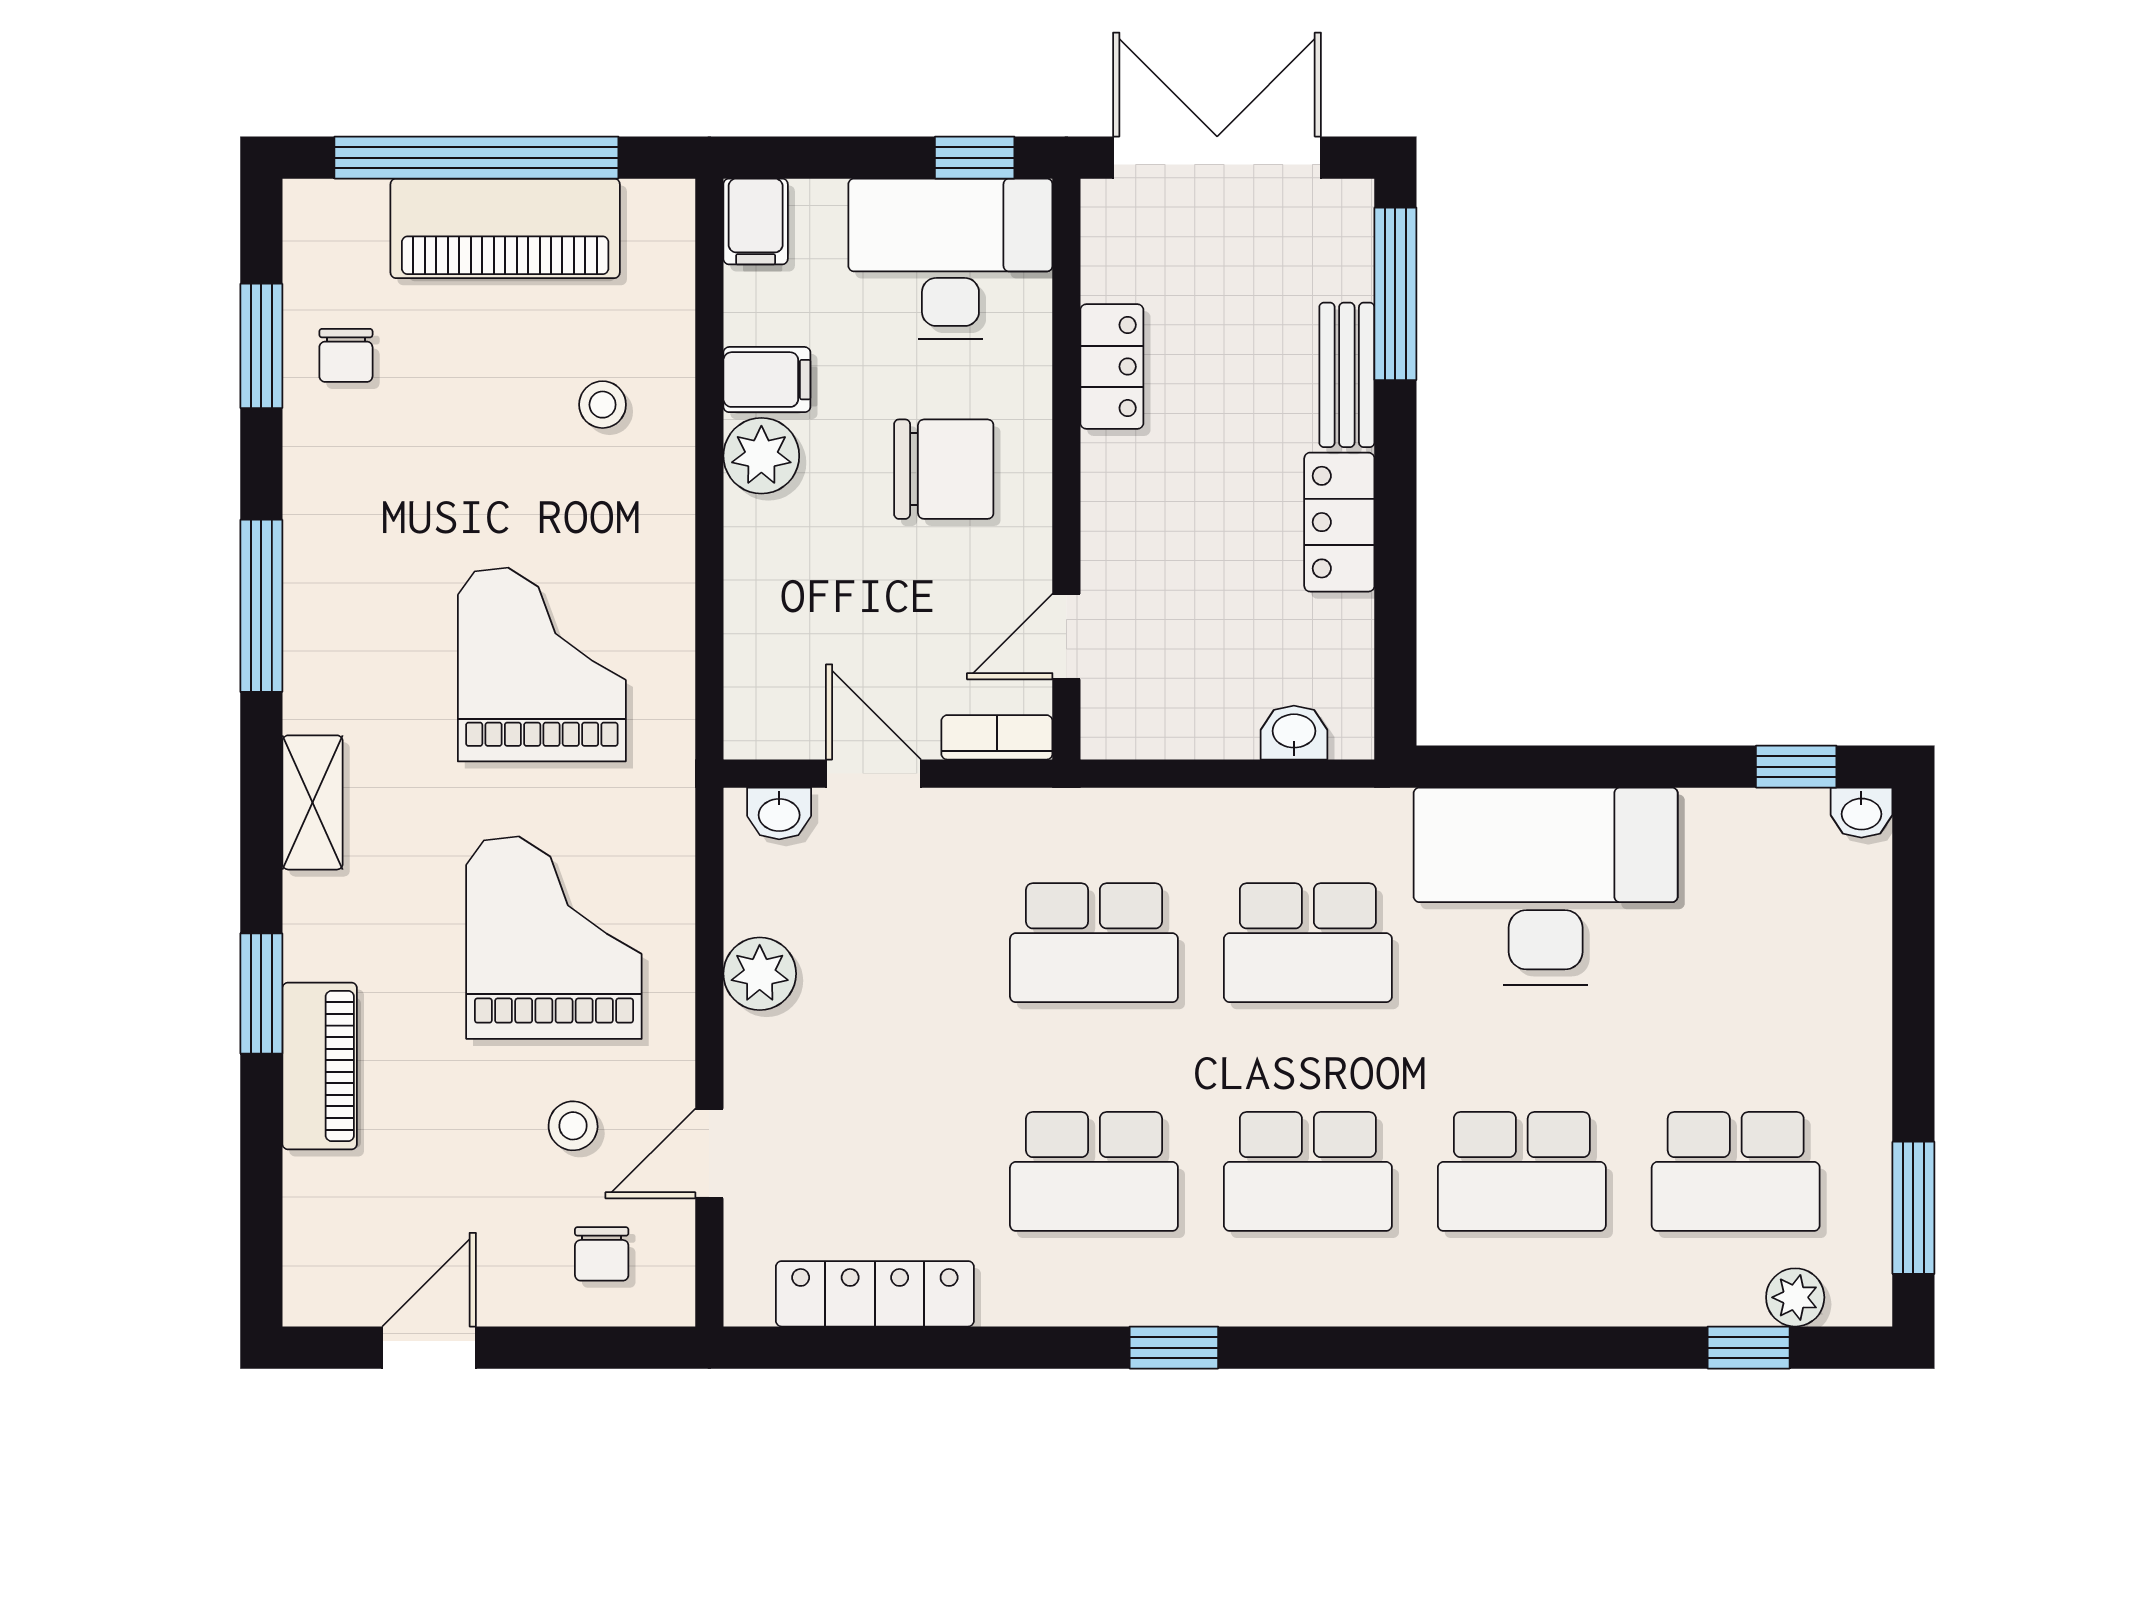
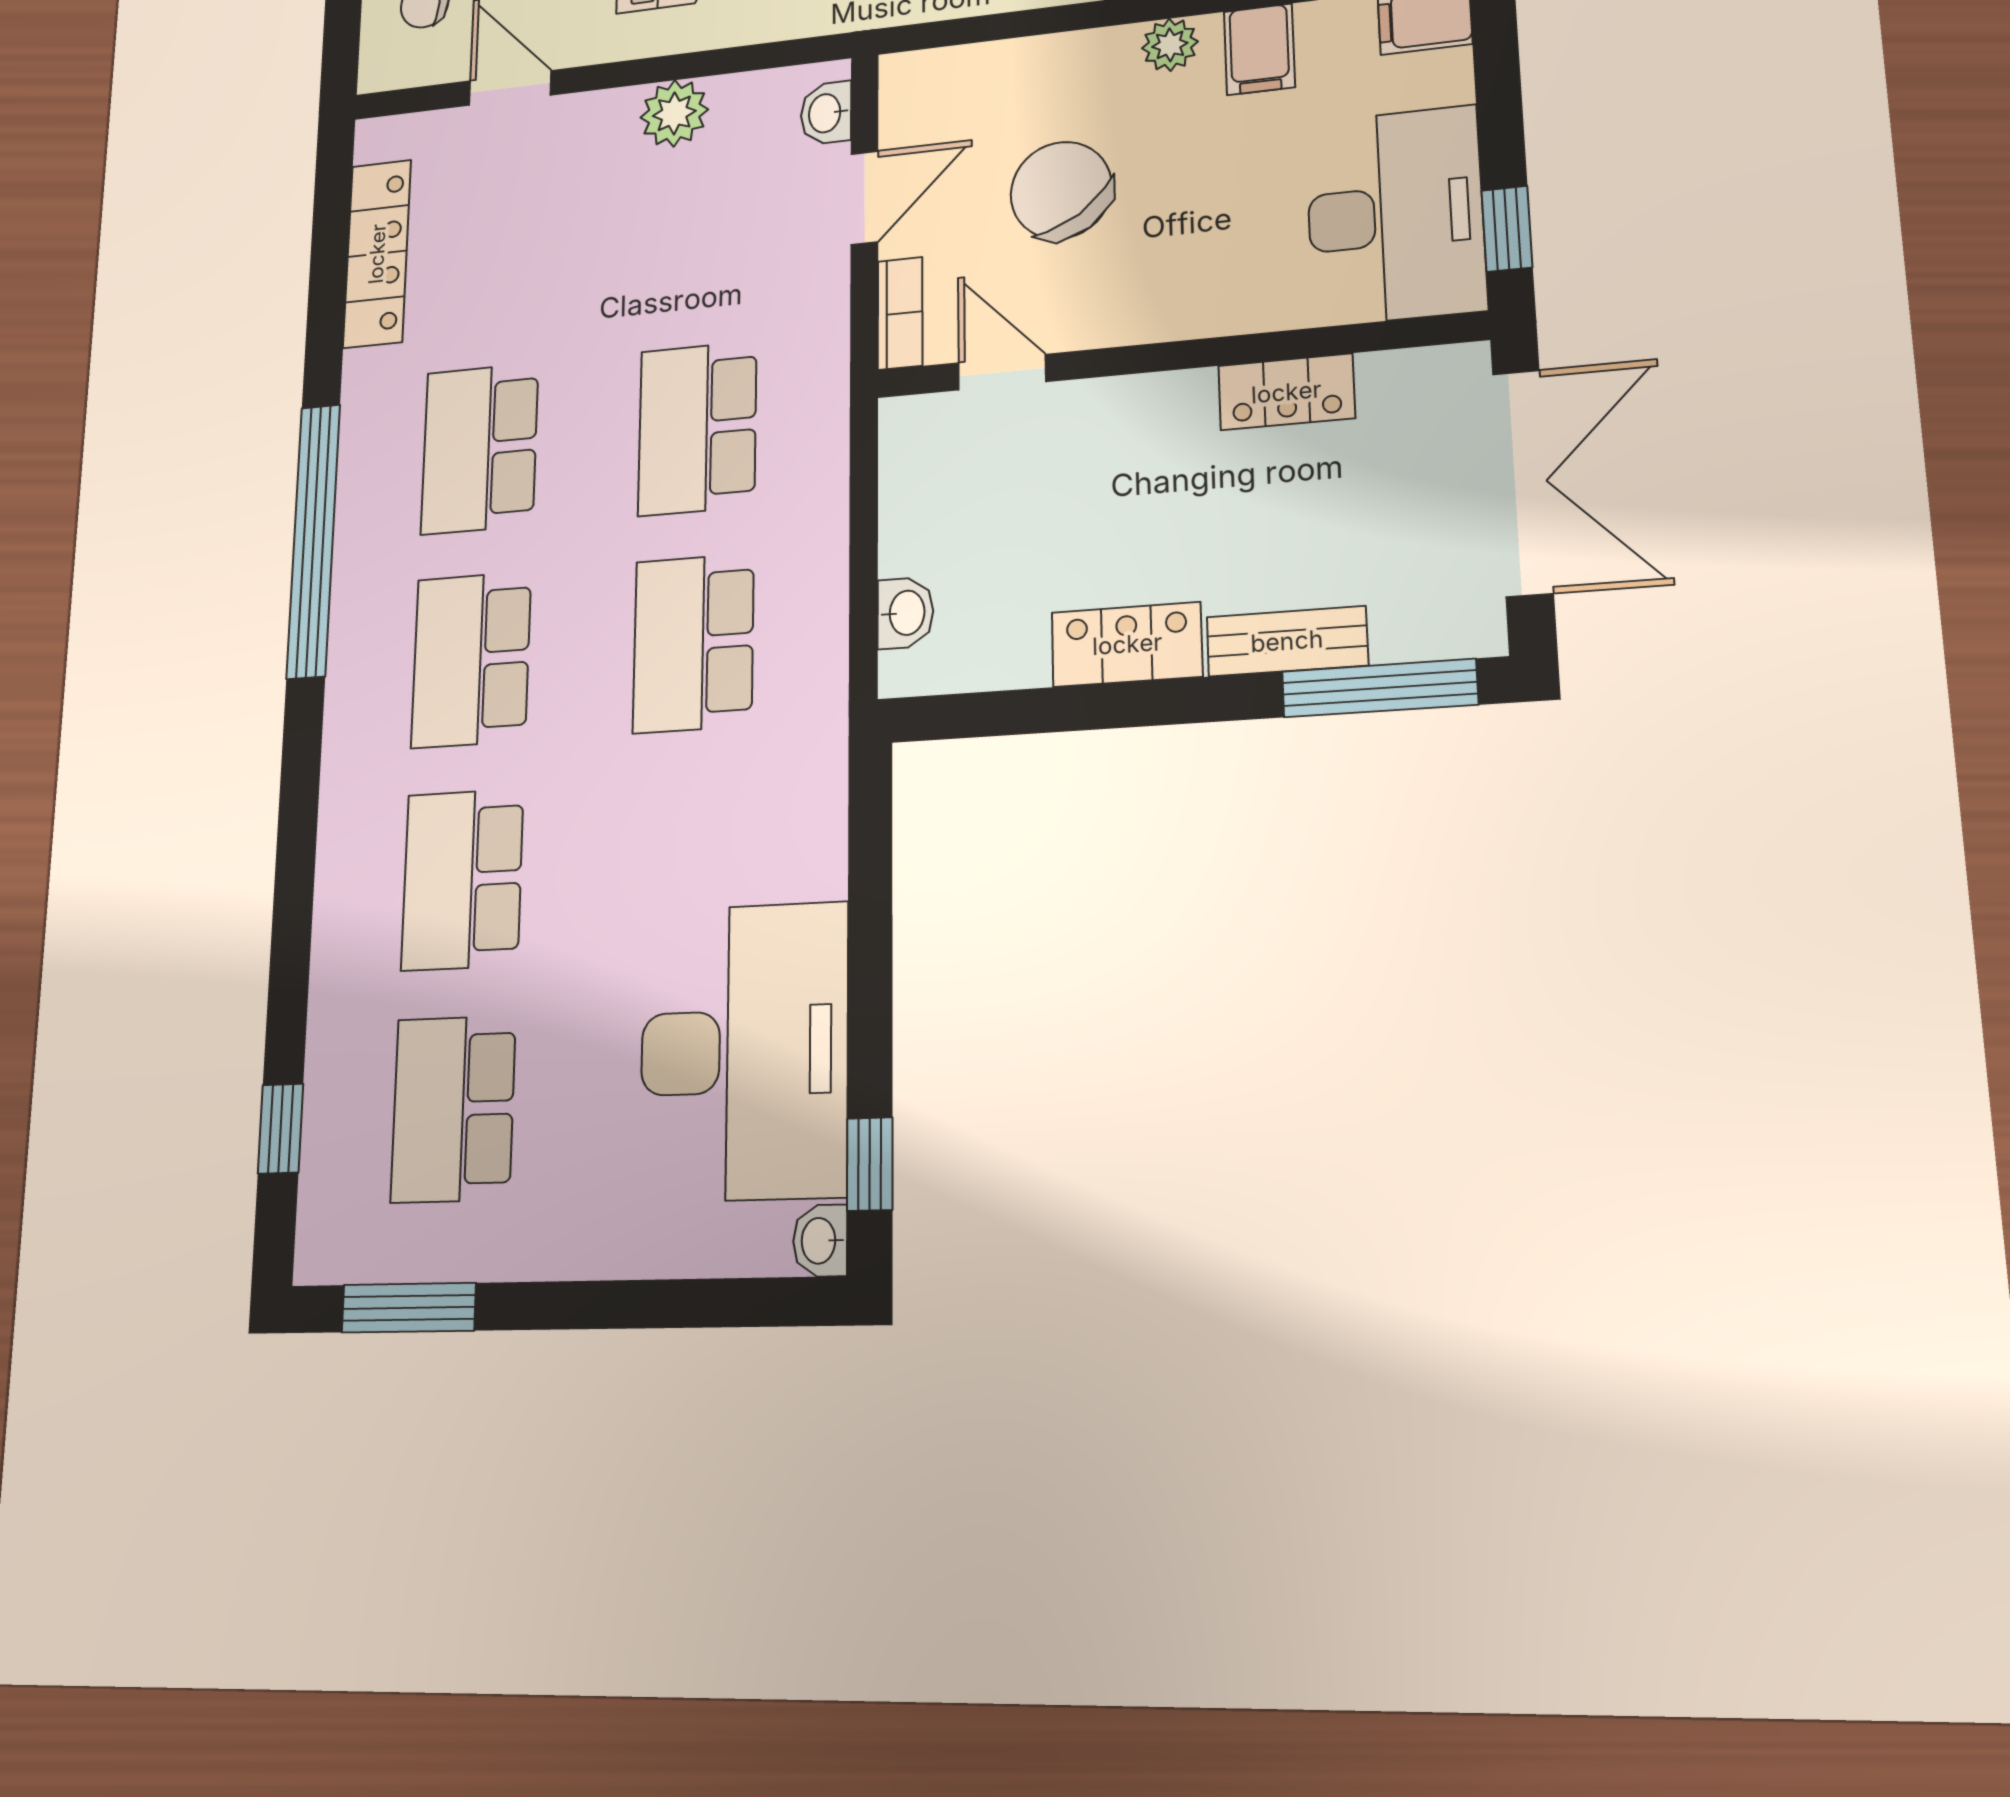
plant: (761, 456) -> (1170, 45), width x0.73, depth x0.73
chair: (944, 469) -> (1061, 190), moved, turned 146
desk: (1546, 886) -> (744, 1051), moved
plant: (1795, 1297) -> (326, 1178), removed
window: (1174, 1348) -> (313, 540), width x3.17

